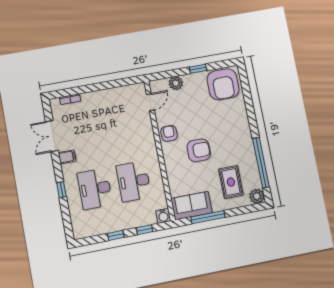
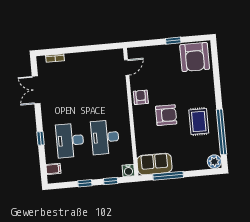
plant: (176, 83) -> (152, 52), removed
filing cabinet: (67, 157) -> (53, 169), moved
rug: (231, 182) -> (199, 122), moved

